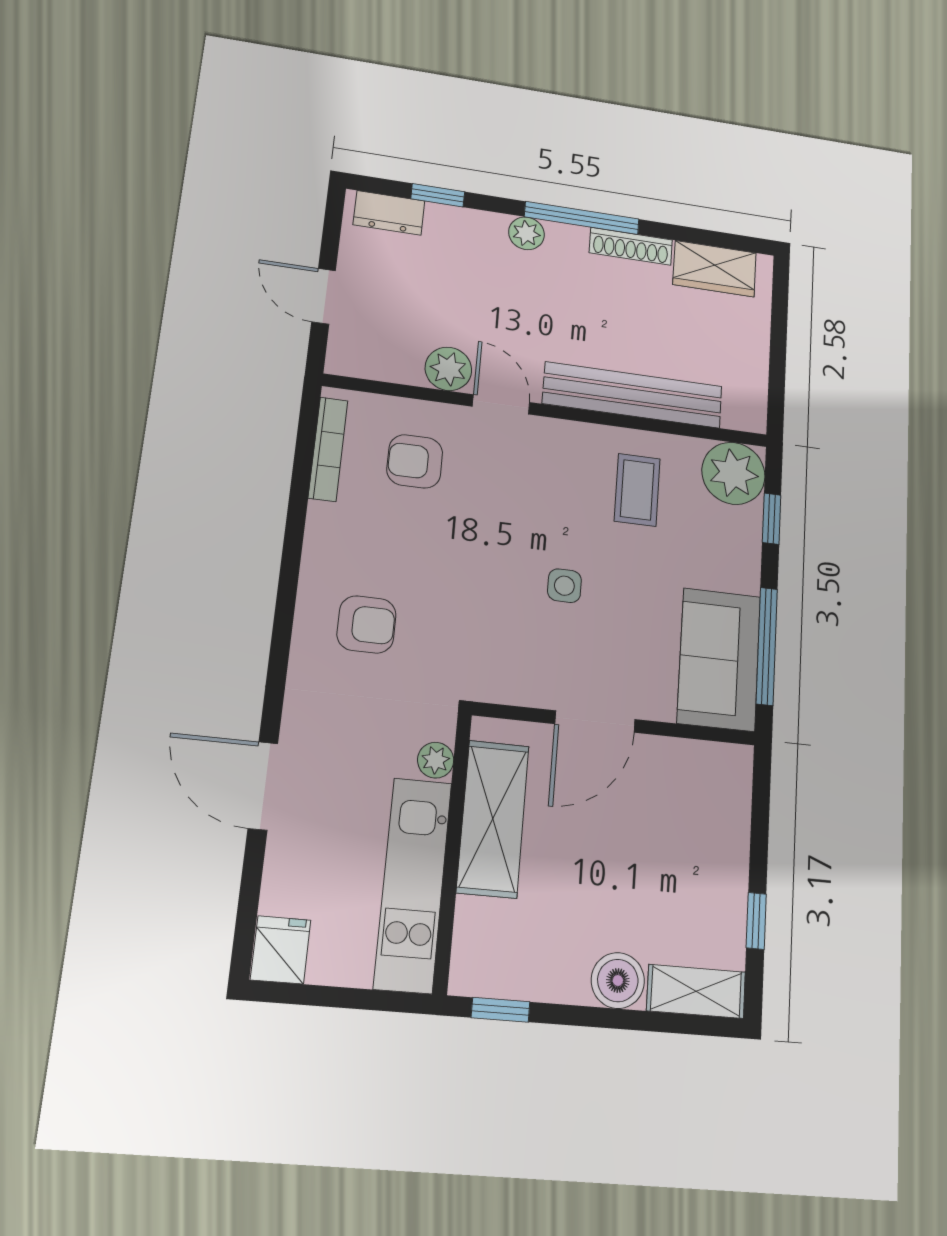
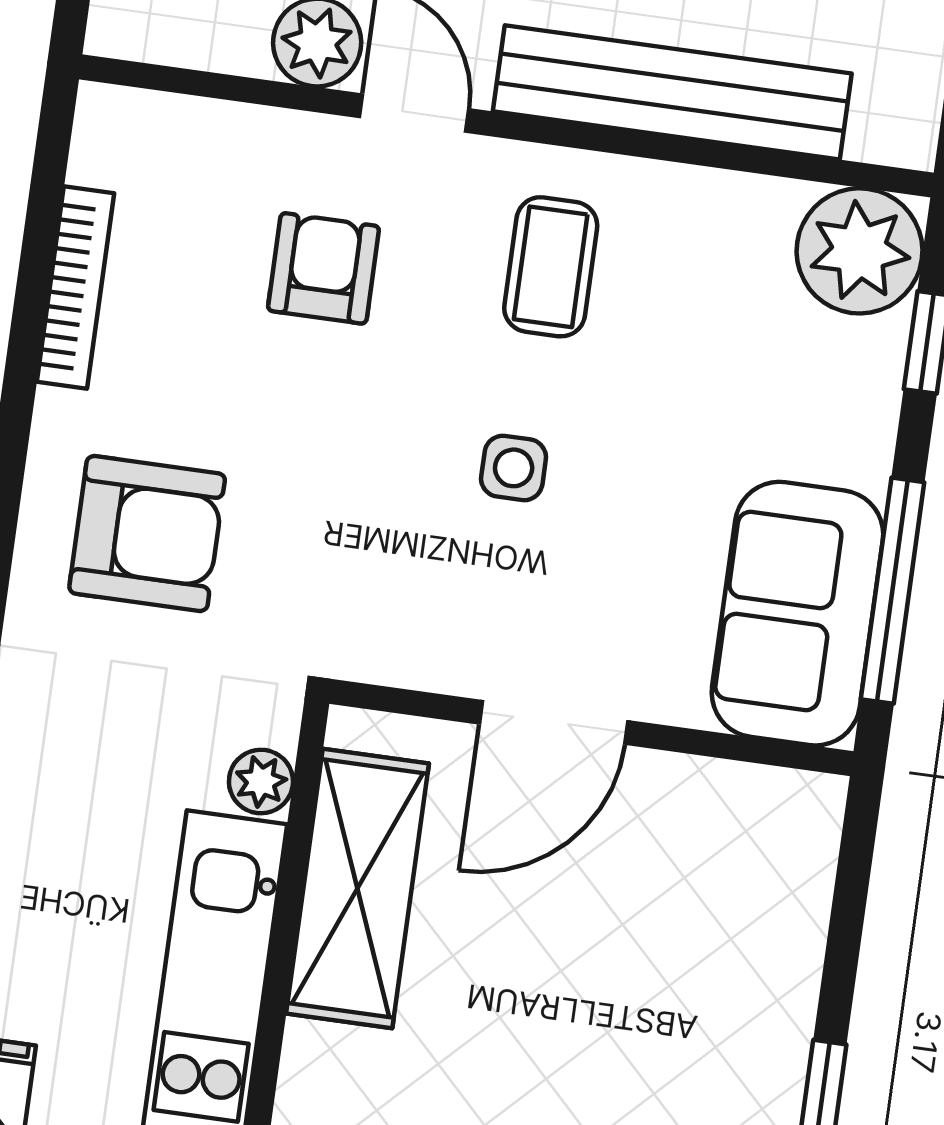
bookcase: (328, 449) -> (75, 288), moved
armchair: (415, 461) -> (323, 268), moved, turned 90
coffee table: (637, 490) -> (551, 267), moved
armchair: (366, 624) -> (147, 534), width x1.38, depth x1.38

